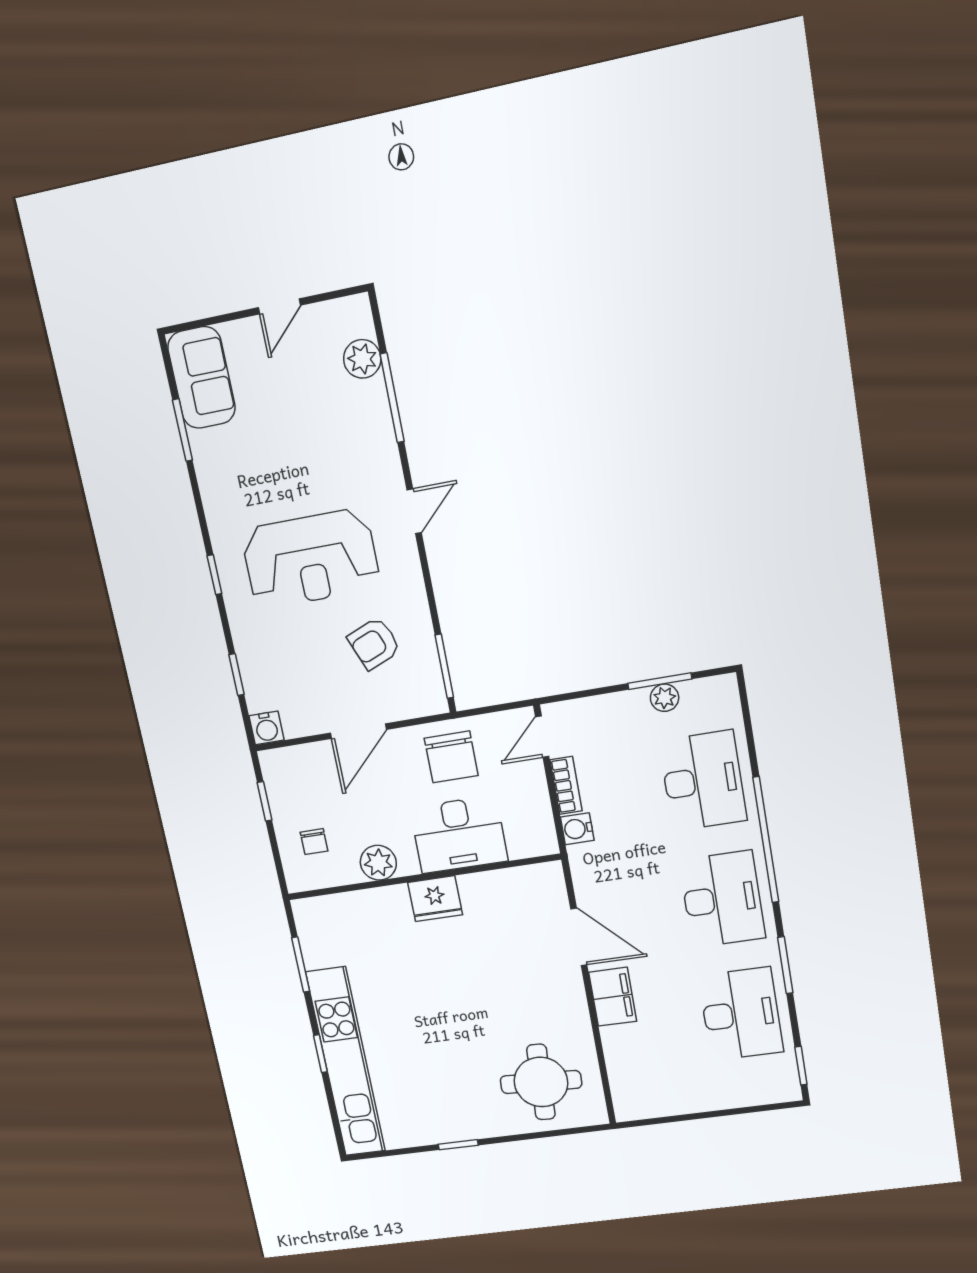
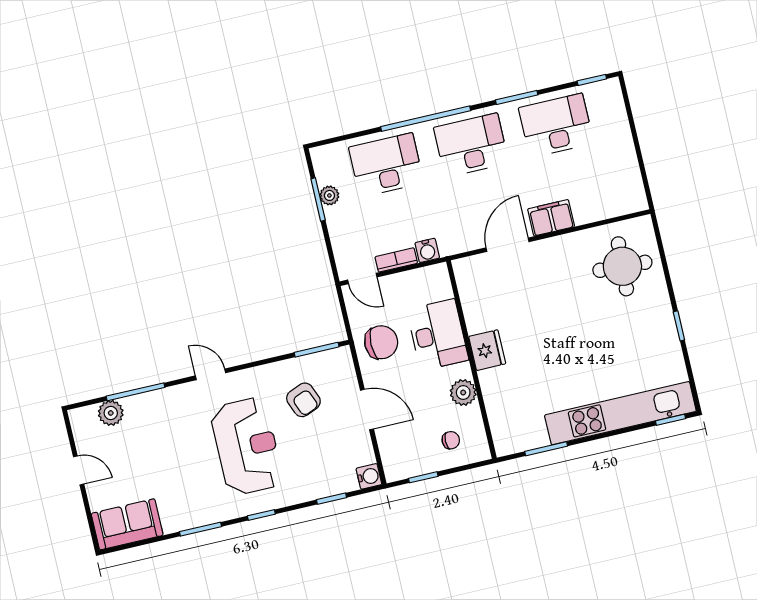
window: (182, 430) -> (200, 529), moved
window: (320, 1054) -> (671, 420), moved

